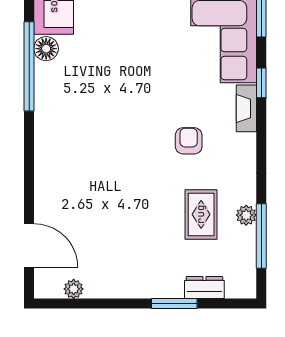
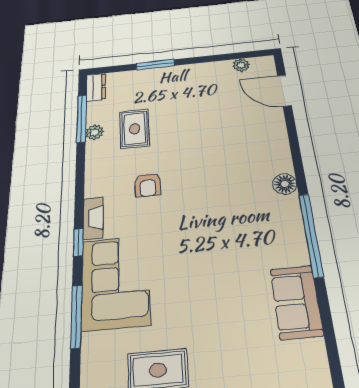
floor lamp: (46, 49) -> (285, 184), moved
dresser: (204, 288) -> (96, 87), moved, turned -90

